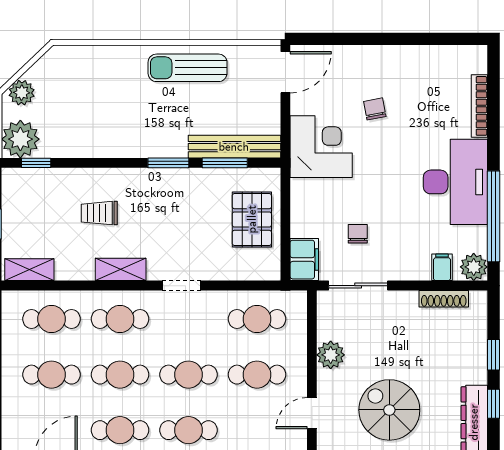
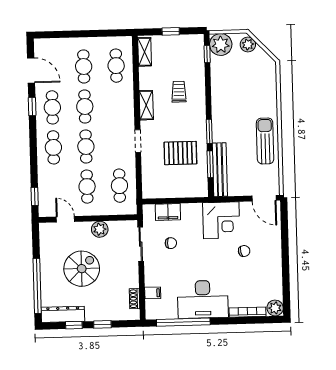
pallet: (252, 219) -> (180, 153), moved
filing cabinet: (304, 260) -> (168, 212), moved
plant: (474, 267) -> (275, 308), moved
shoe rack: (444, 299) -> (134, 299), width x0.70
cafe table: (120, 319) -> (117, 106), removed
spiral stairs: (389, 410) -> (82, 269), moved

